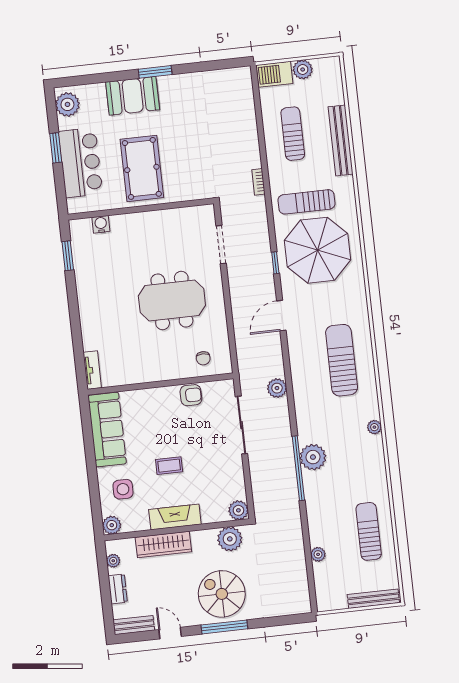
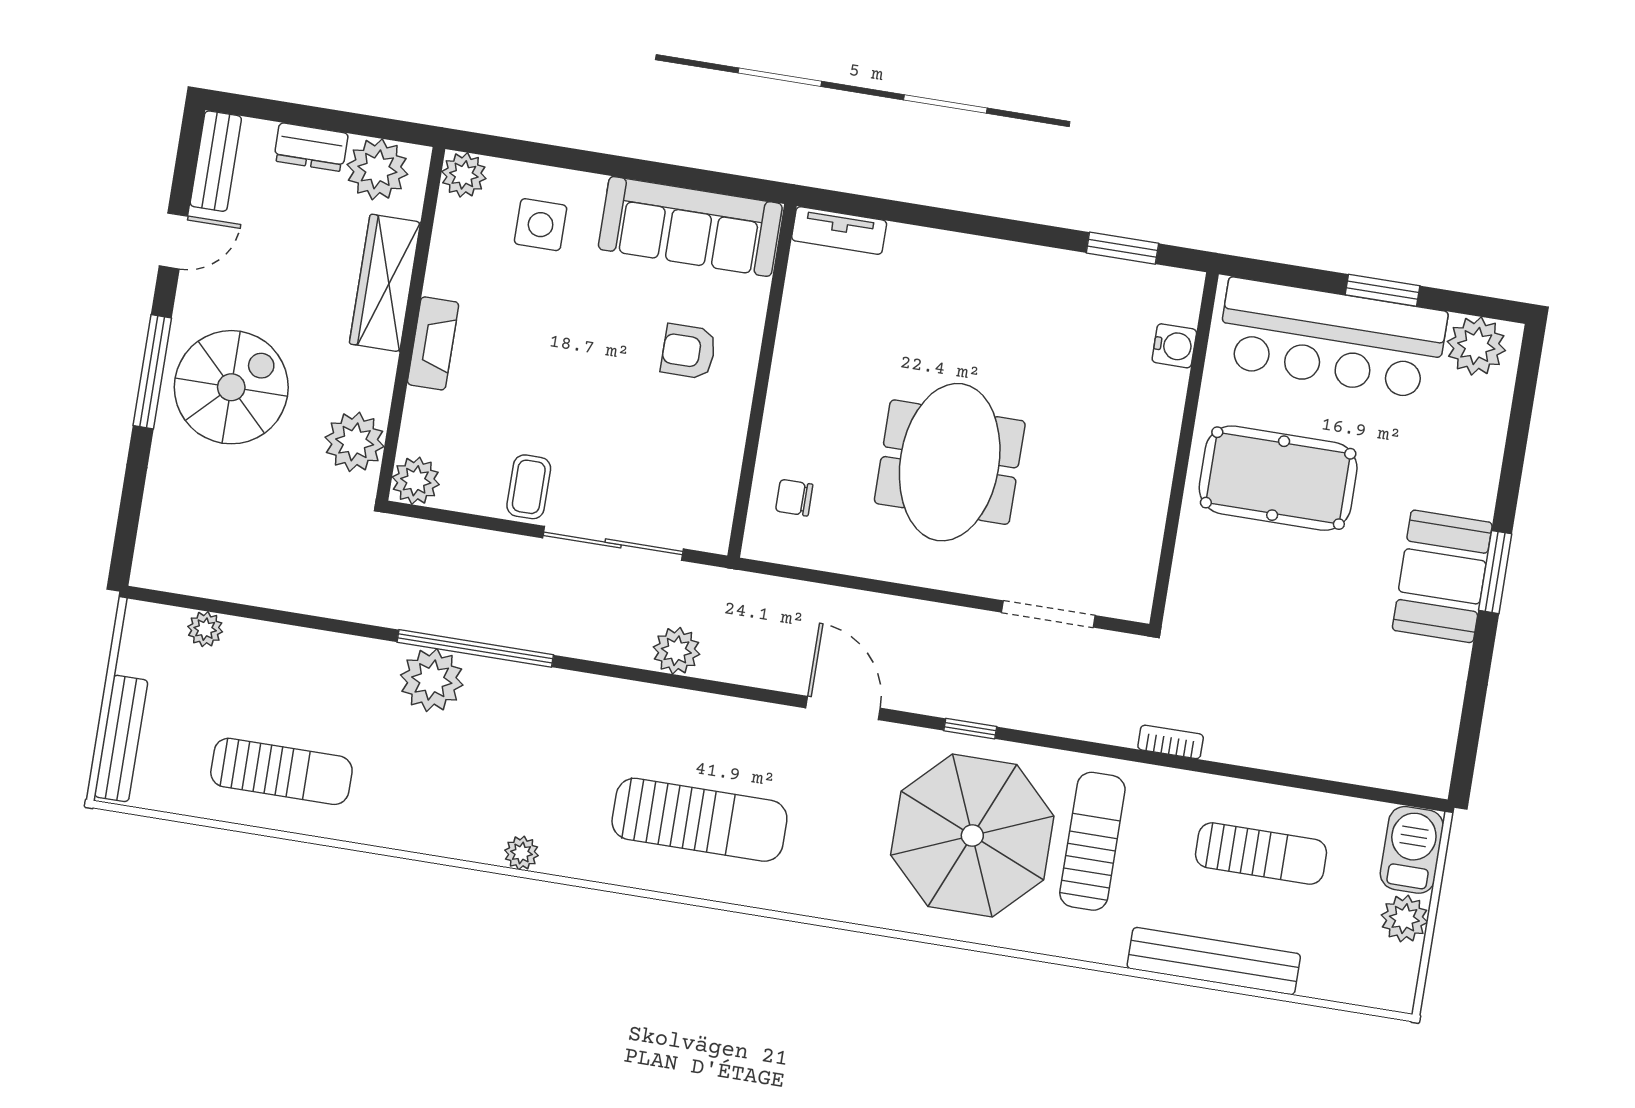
booth: (133, 96) -> (1442, 576), moved
bar counter: (80, 163) -> (1332, 338), width x1.36
armchair: (191, 395) -> (688, 351), moved, turned 90
plant: (313, 457) -> (432, 680), moved
coffee table: (169, 466) -> (529, 487), moved
fireplace: (175, 517) -> (433, 343), width x0.73, depth x0.76
plant: (318, 554) -> (205, 629), moved
plant: (113, 561) -> (377, 169), width x1.87, depth x1.87

